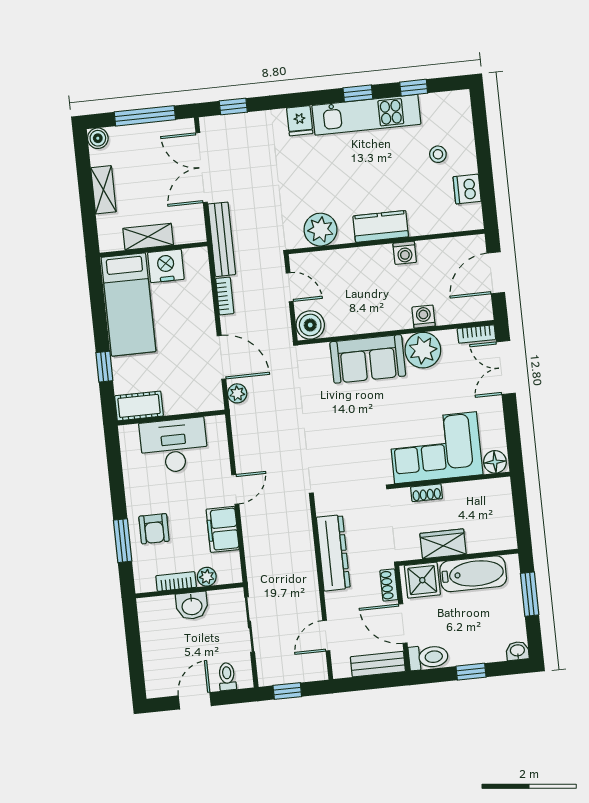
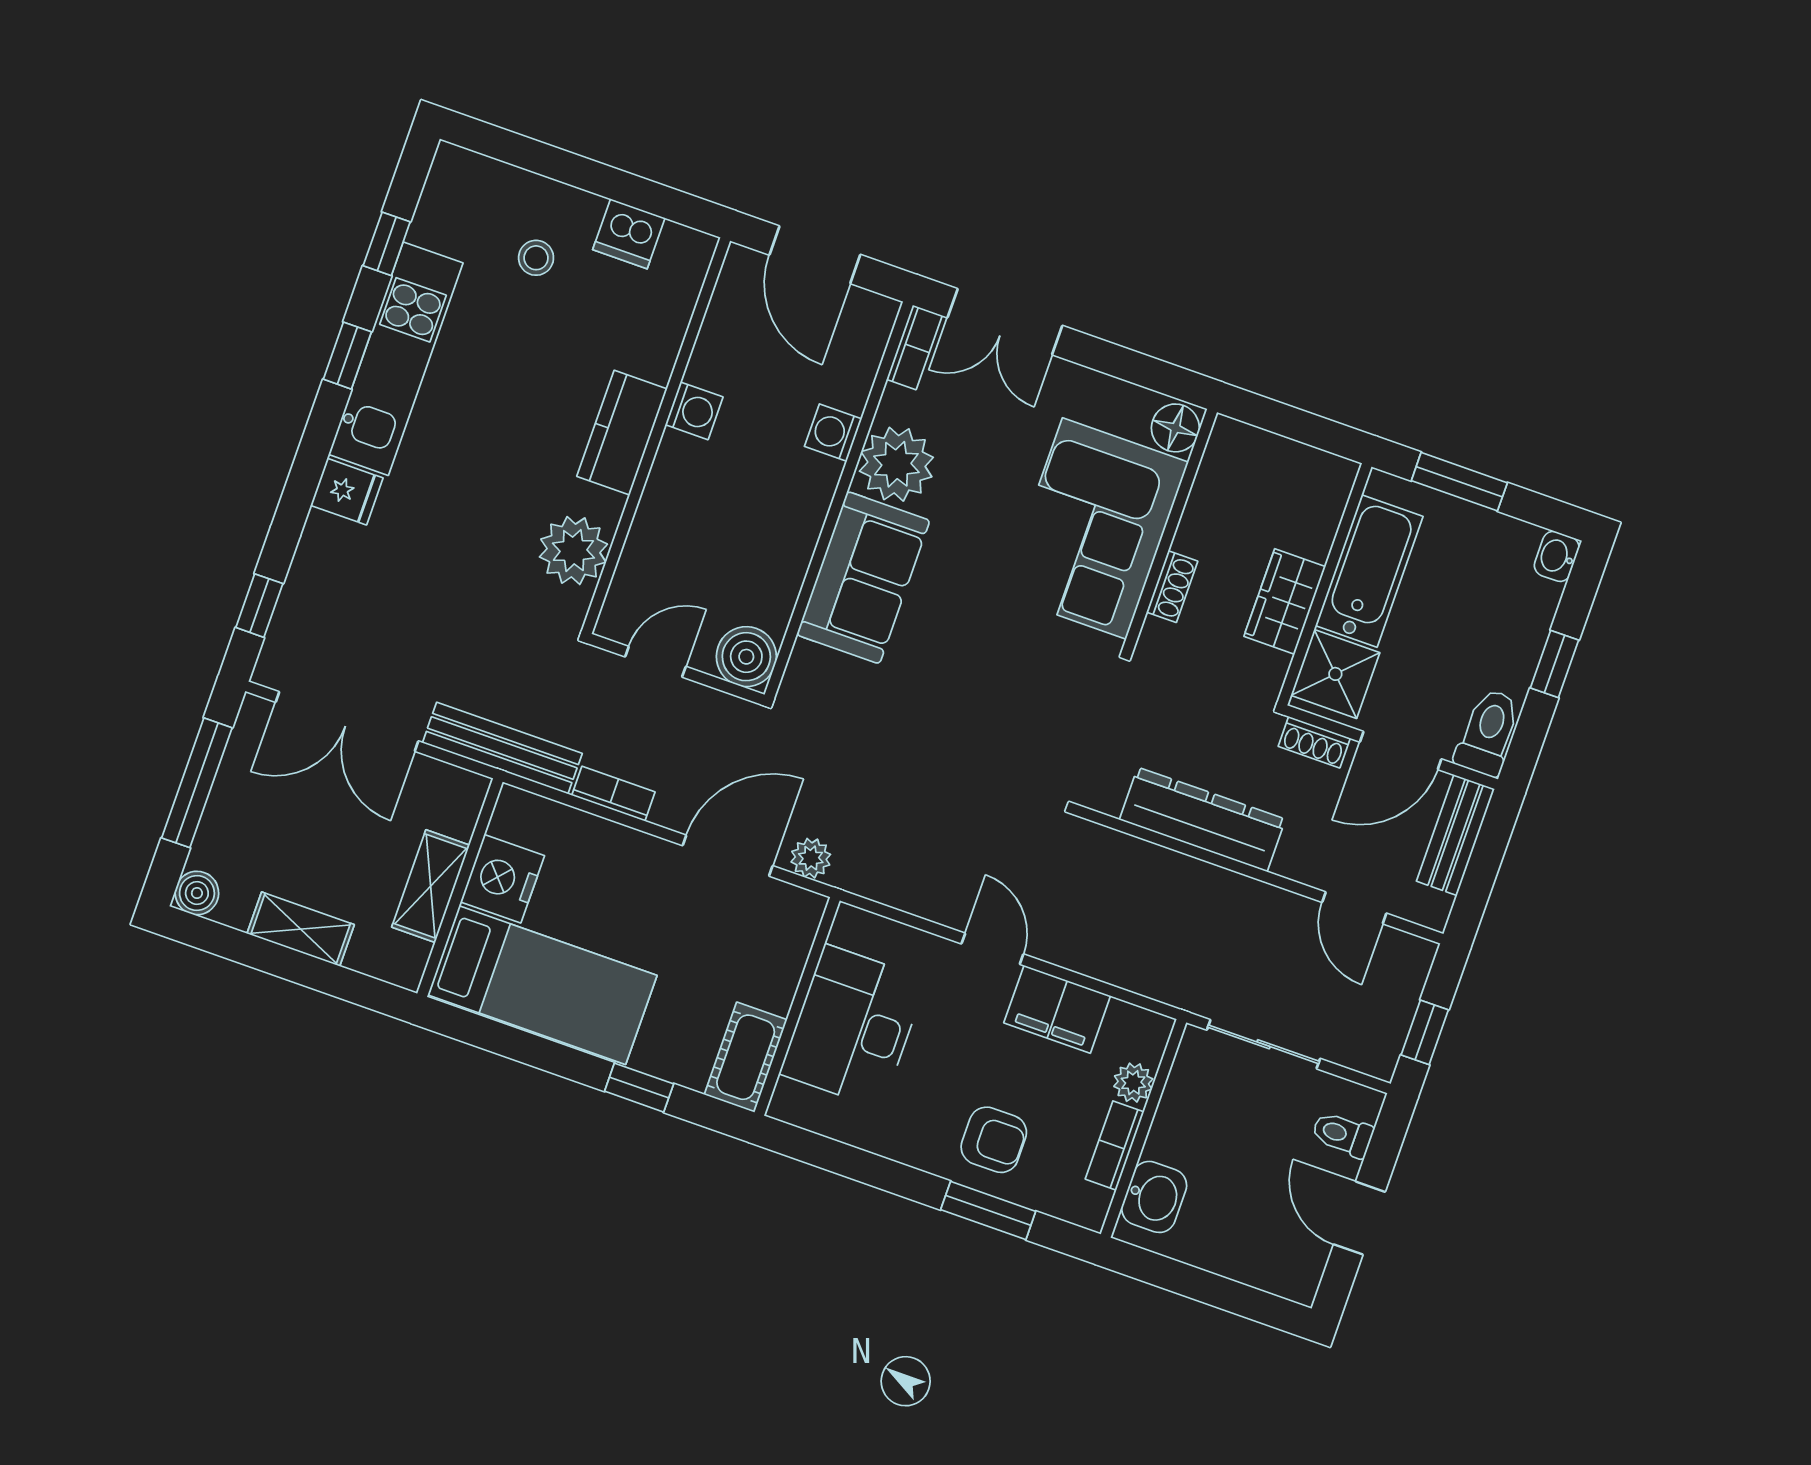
washbasin: (192, 606) -> (1154, 1197), moved

